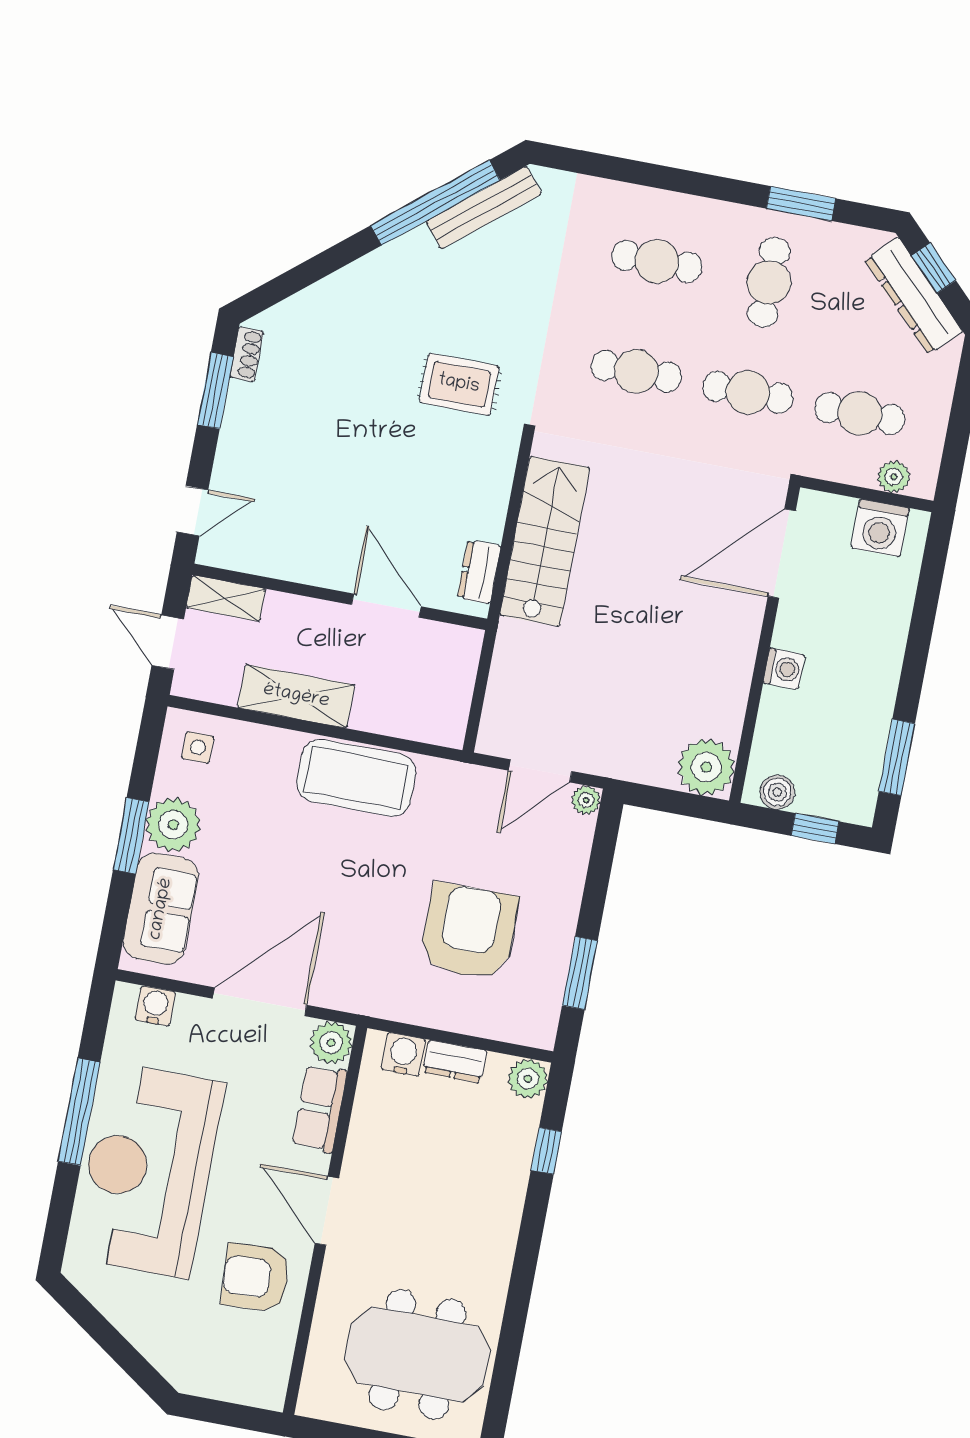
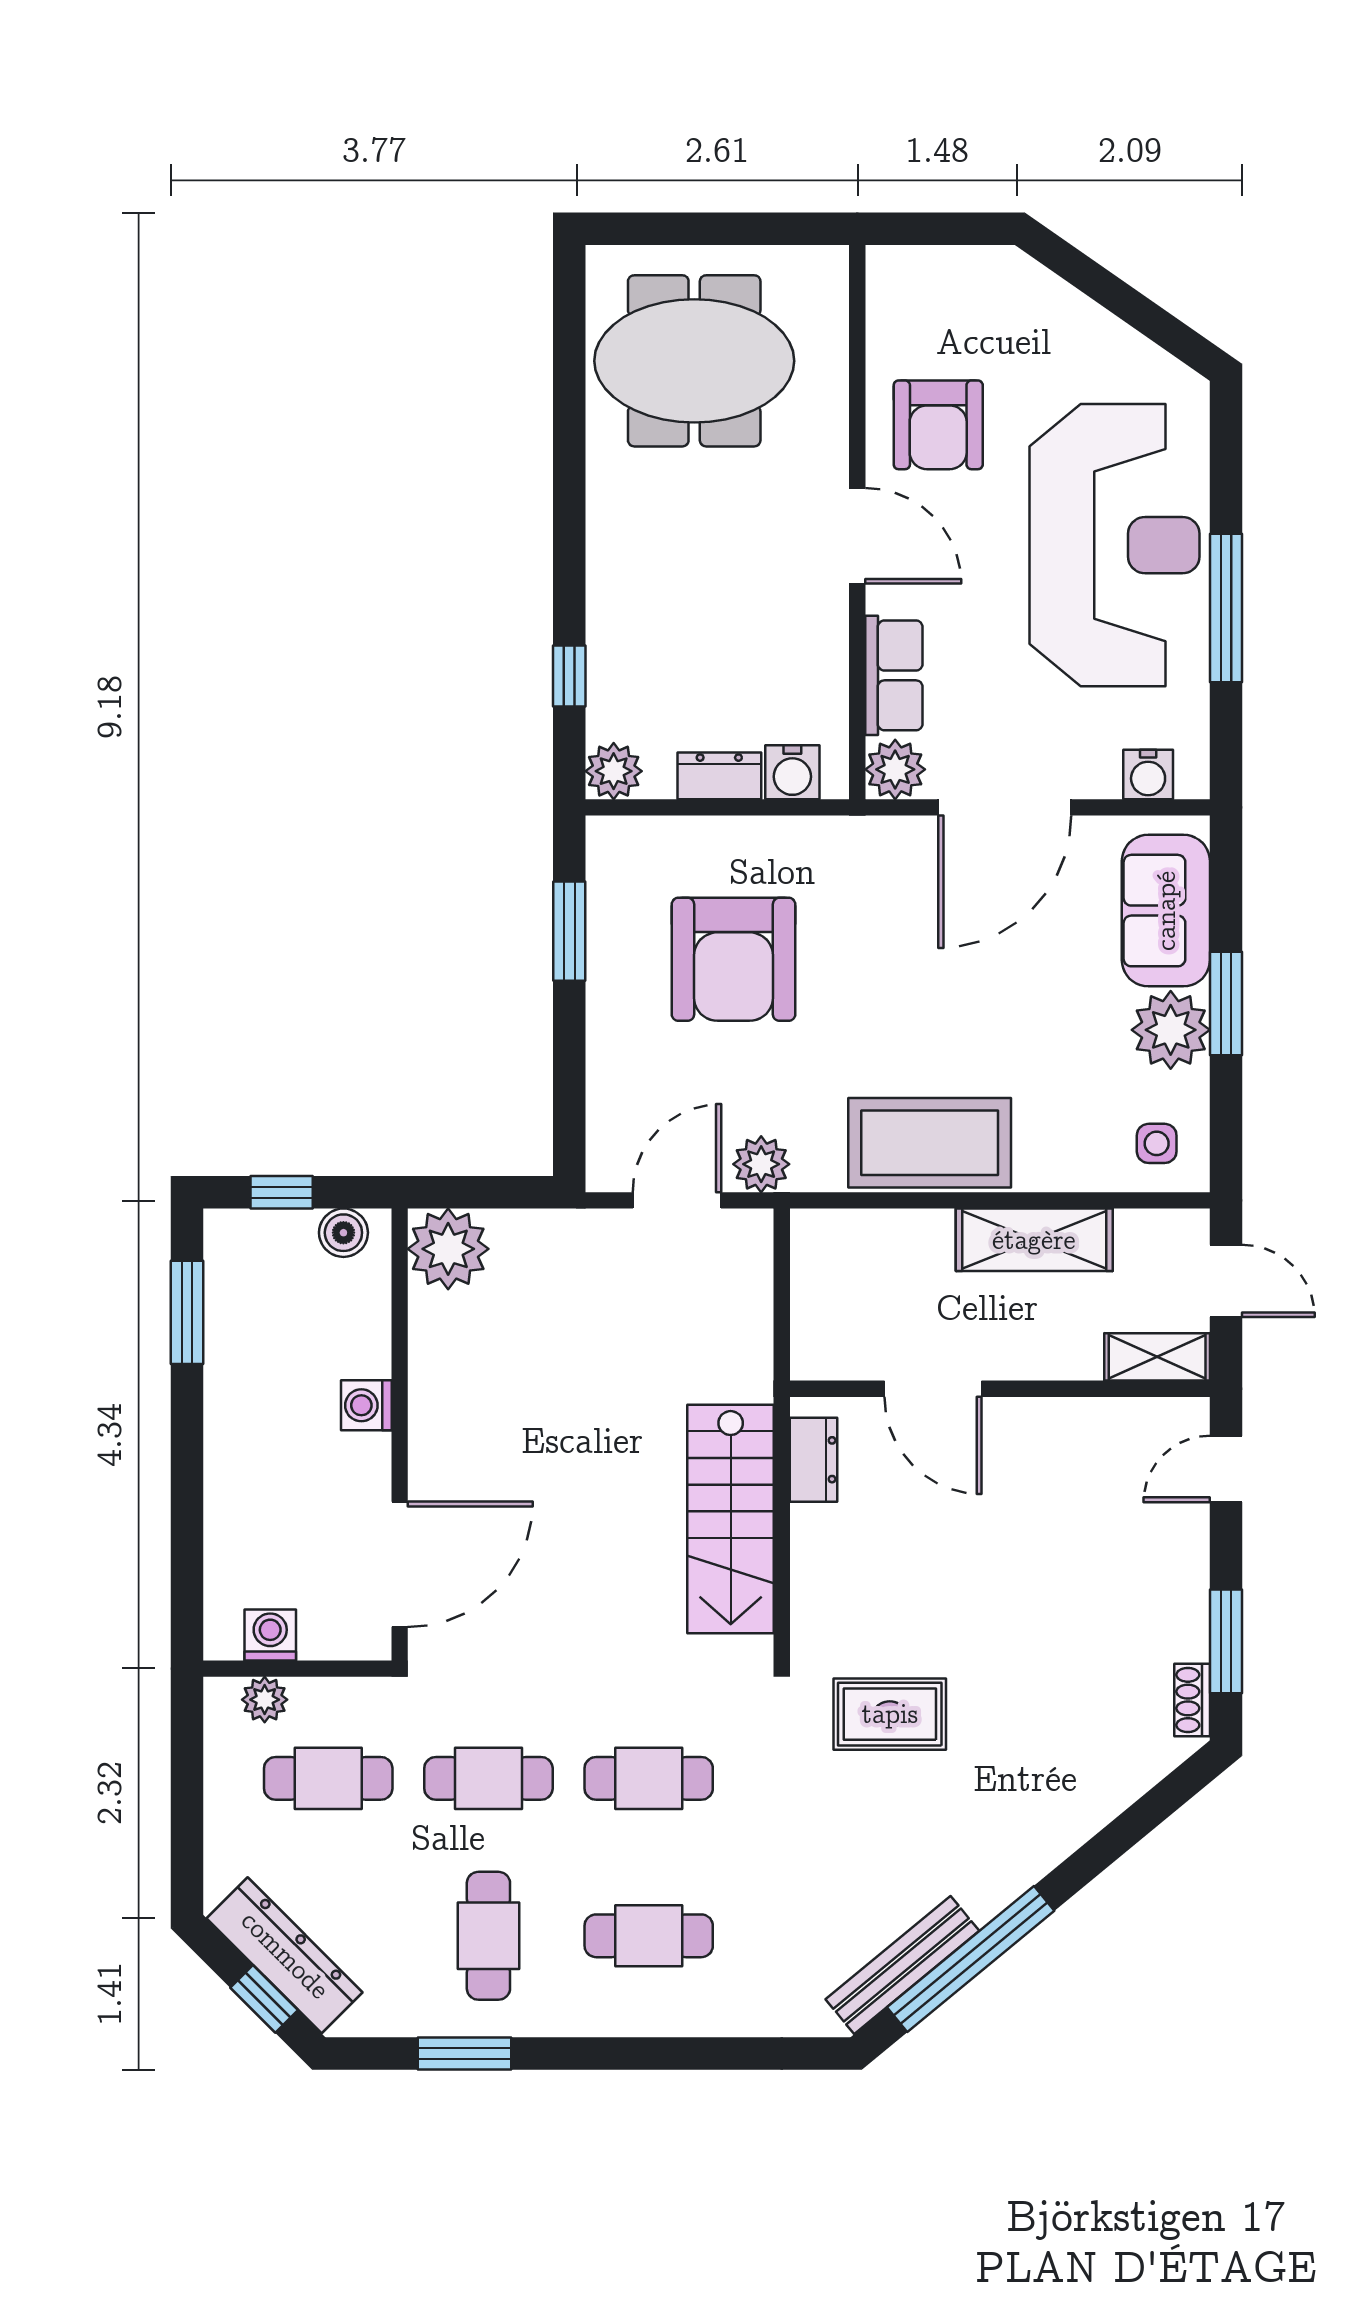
washing machine: (880, 528) -> (270, 1635), width x0.73, depth x0.73
plant: (586, 800) -> (761, 1164), moved, width x1.38, depth x1.38
armchair: (256, 1278) -> (938, 425), turned 93

